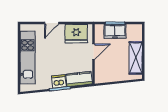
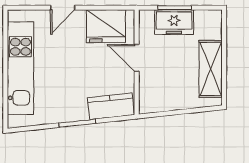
door: (94, 52) -> (137, 58), swing flipped
dishwasher: (59, 81) -> (75, 110), removed

